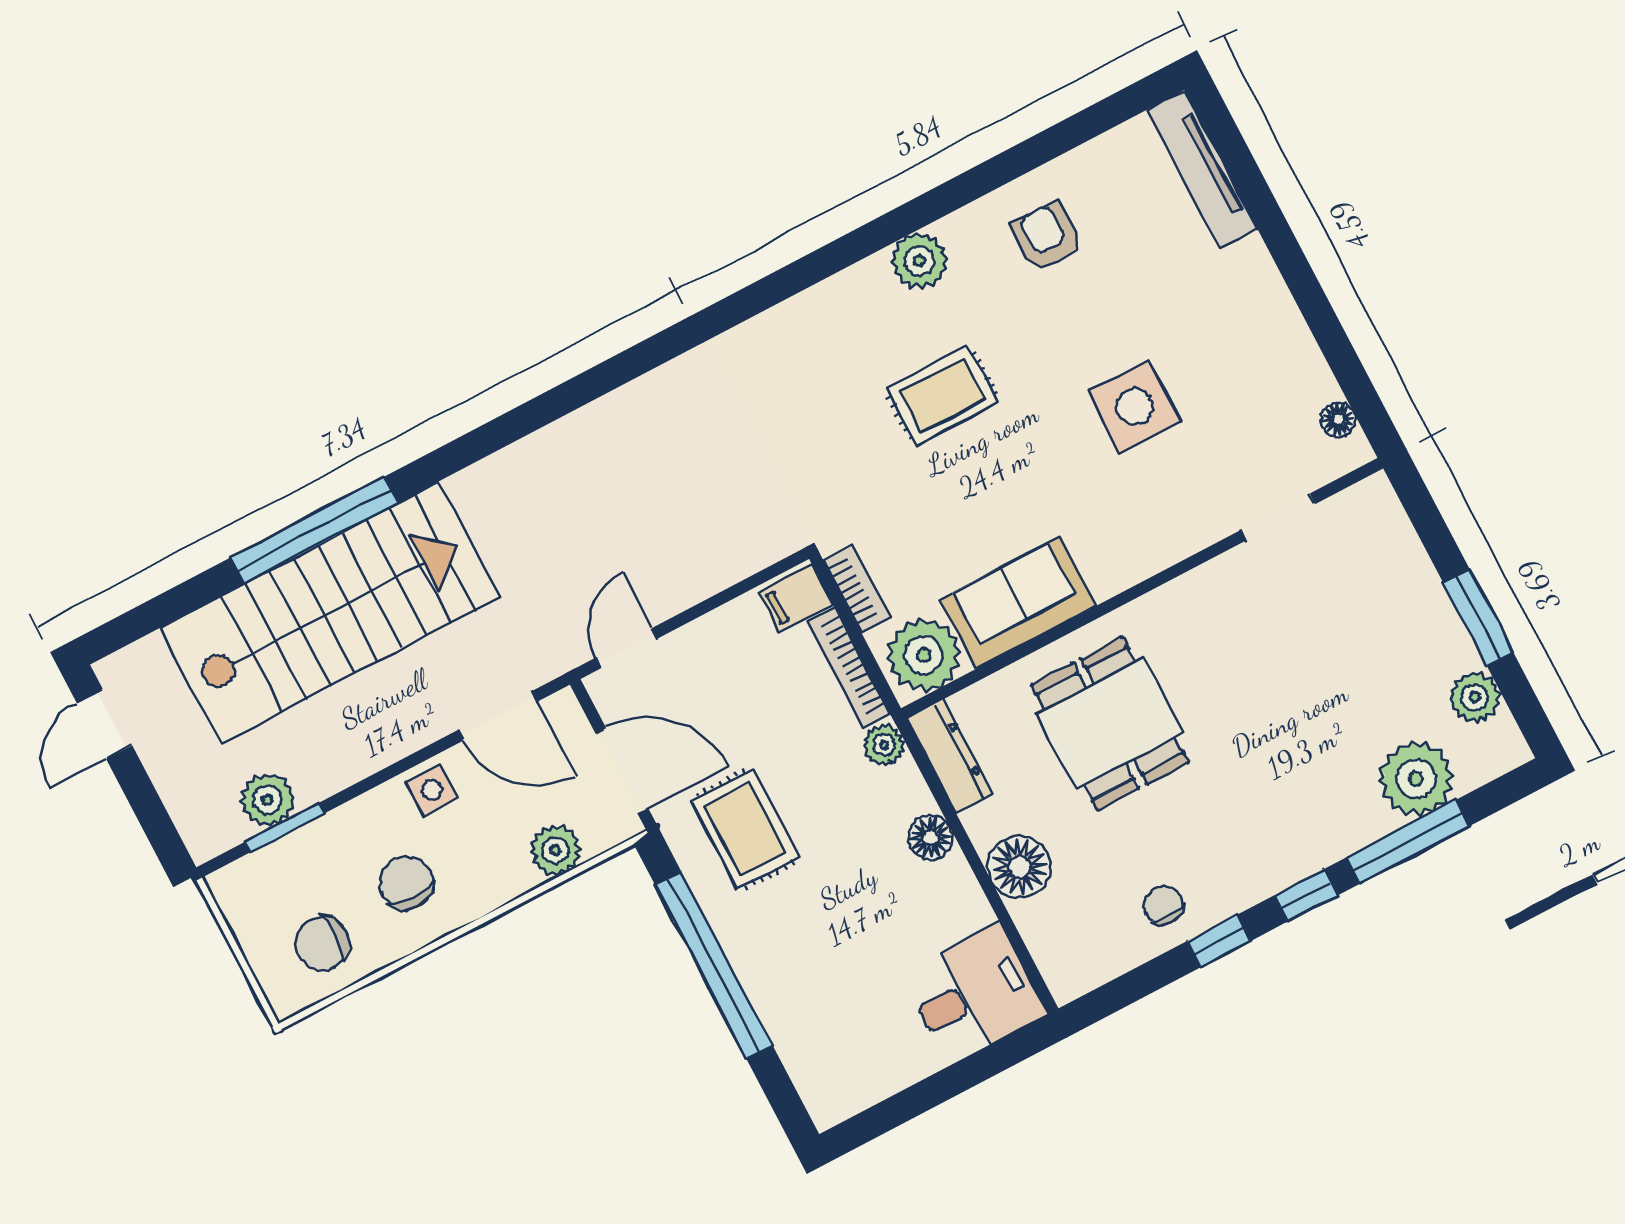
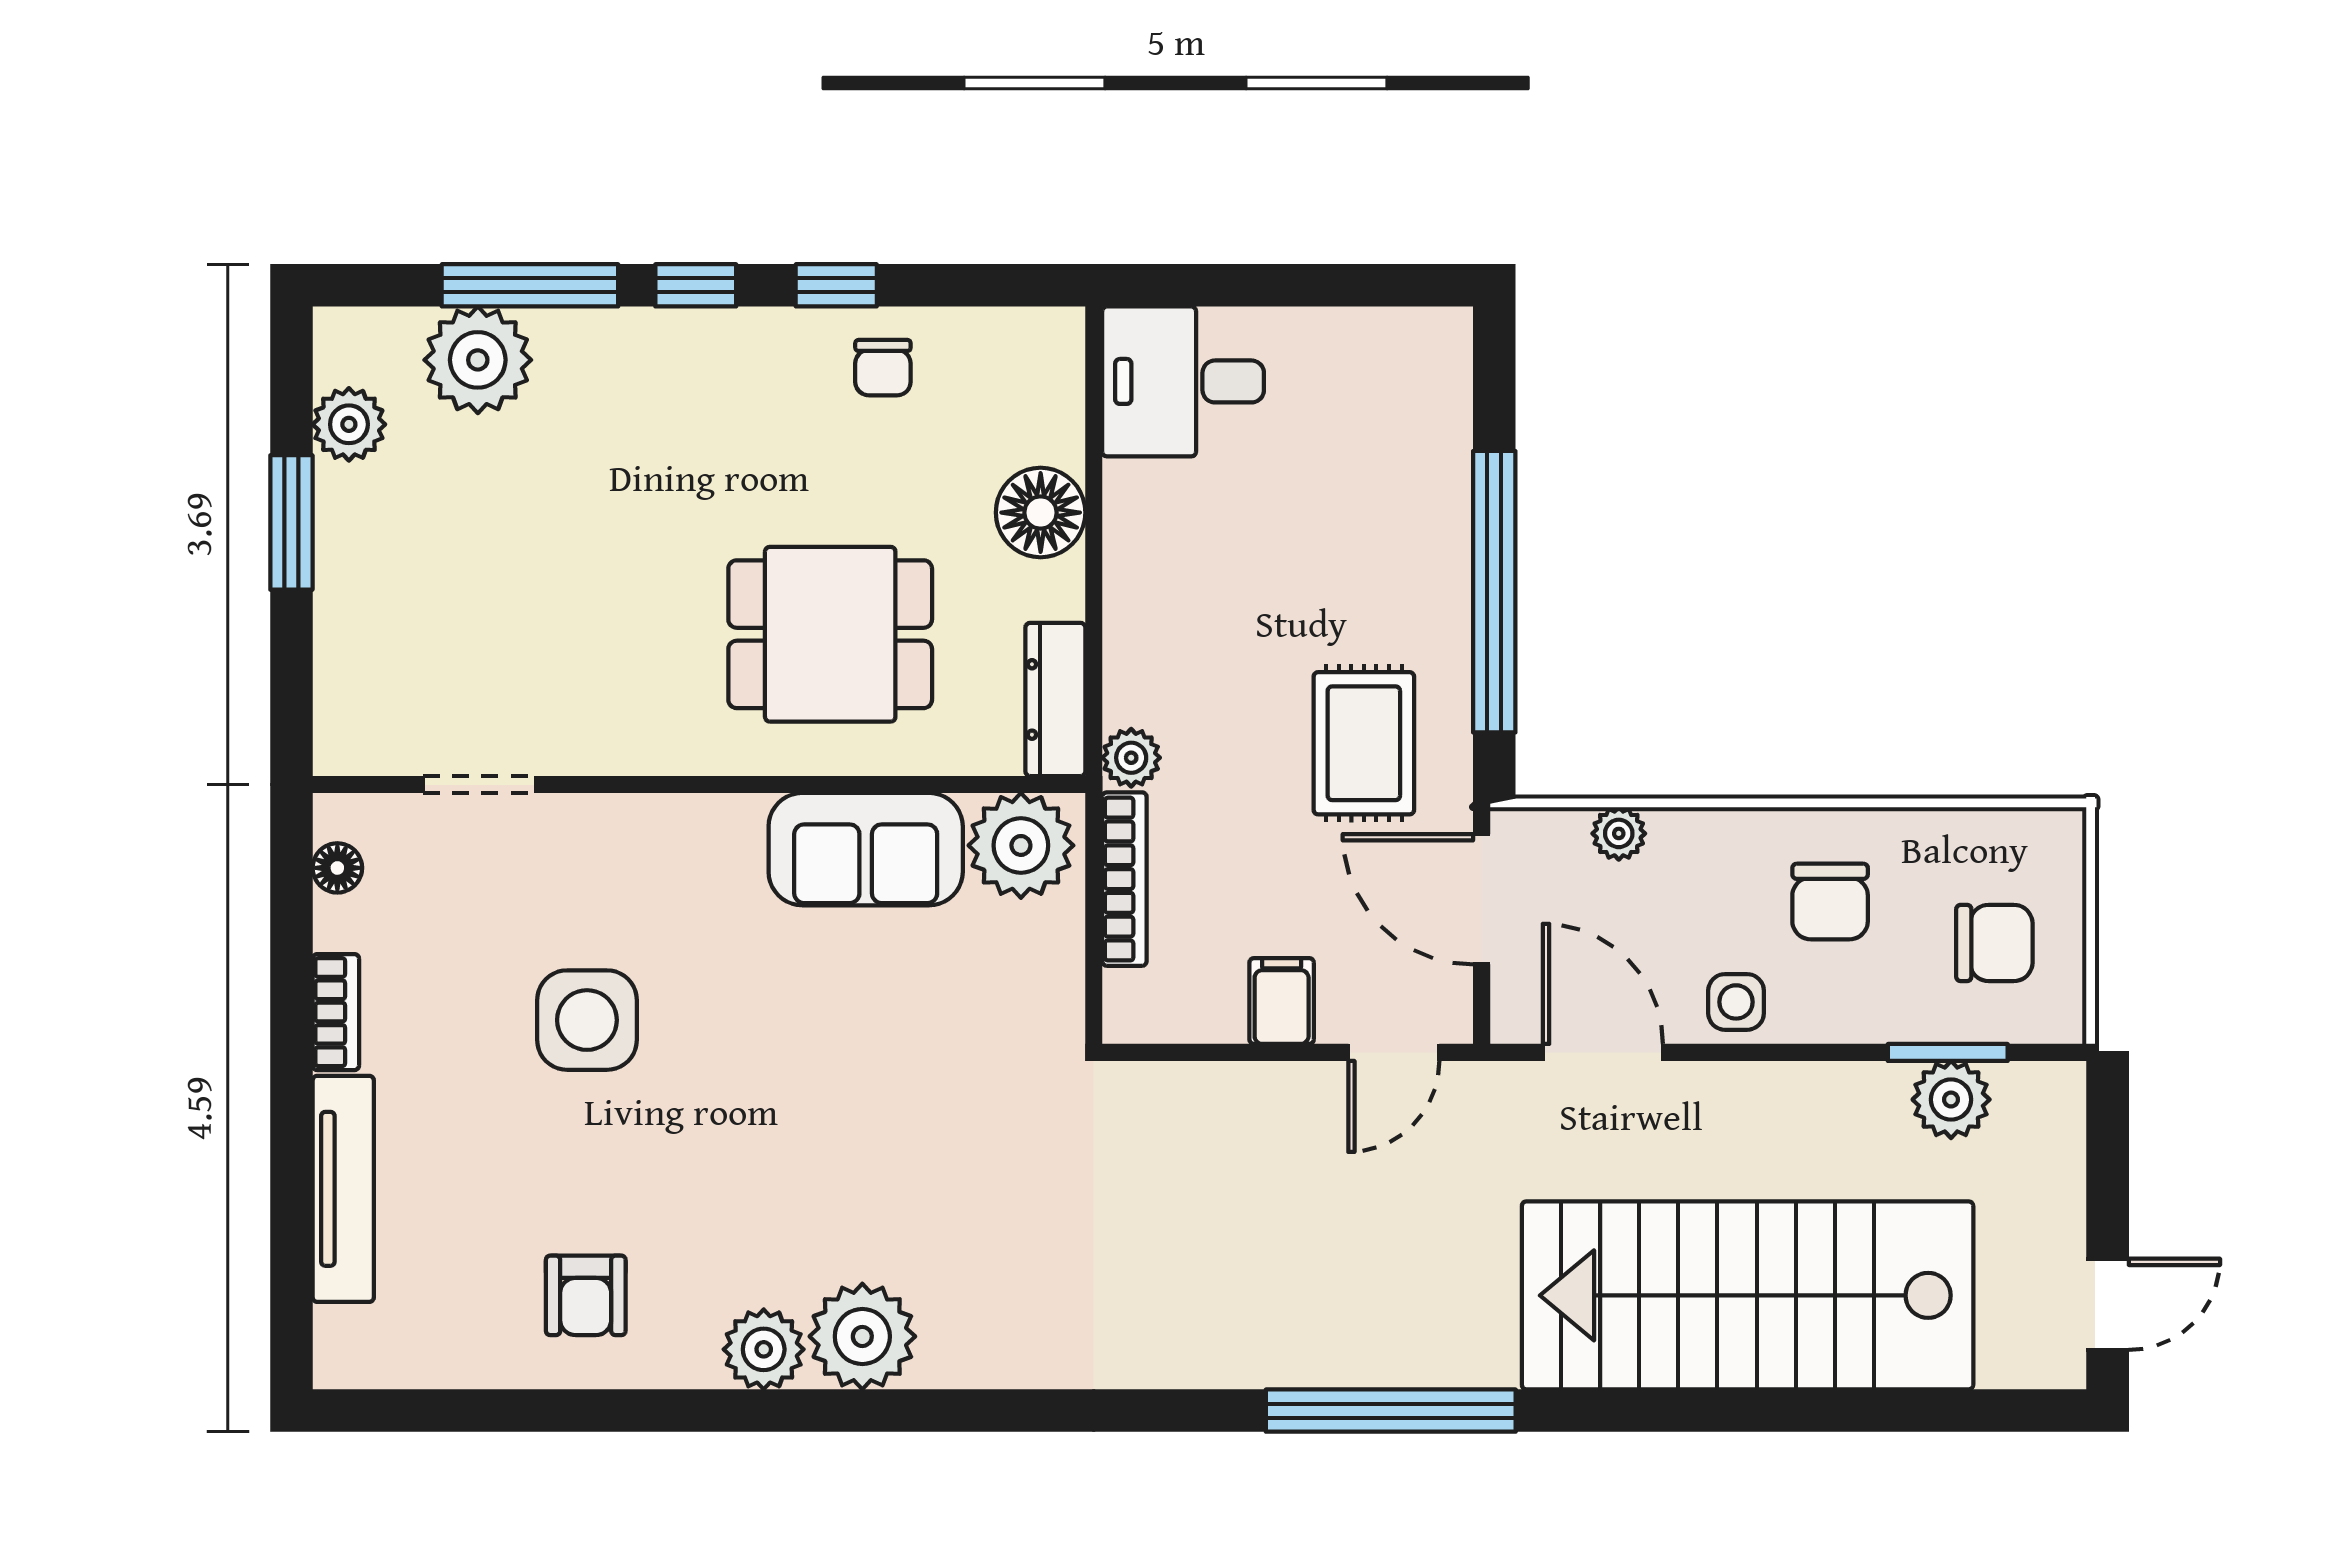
tv unit: (1202, 170) -> (343, 1189), moved
plant: (862, 301) -> (862, 1336), added
rug: (942, 396) -> (824, 1163), removed
window: (314, 530) -> (1391, 1411), moved
bookcase: (857, 589) -> (336, 1012), moved, turned 180
filing cabinet: (796, 598) -> (1282, 1001), moved, turned -90
dining table: (1110, 724) -> (830, 634), turned 90
floor lamp: (931, 838) -> (1134, 609), removed
plant: (555, 850) -> (1619, 833), width x0.73, depth x0.73
chair: (322, 943) -> (1994, 943), moved

